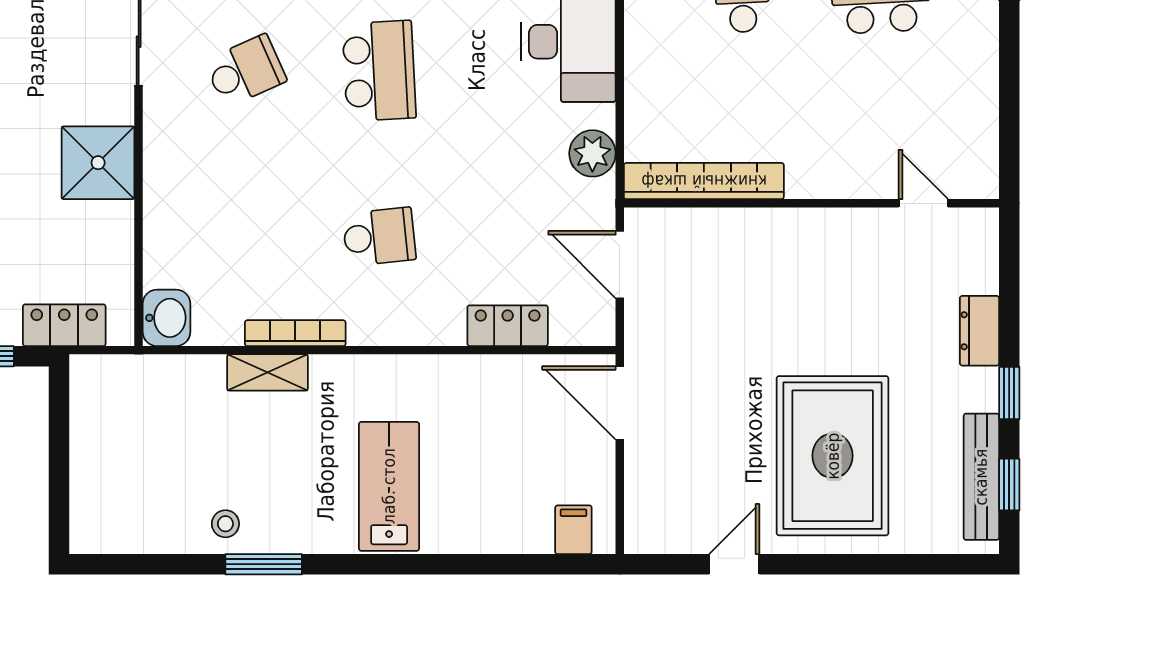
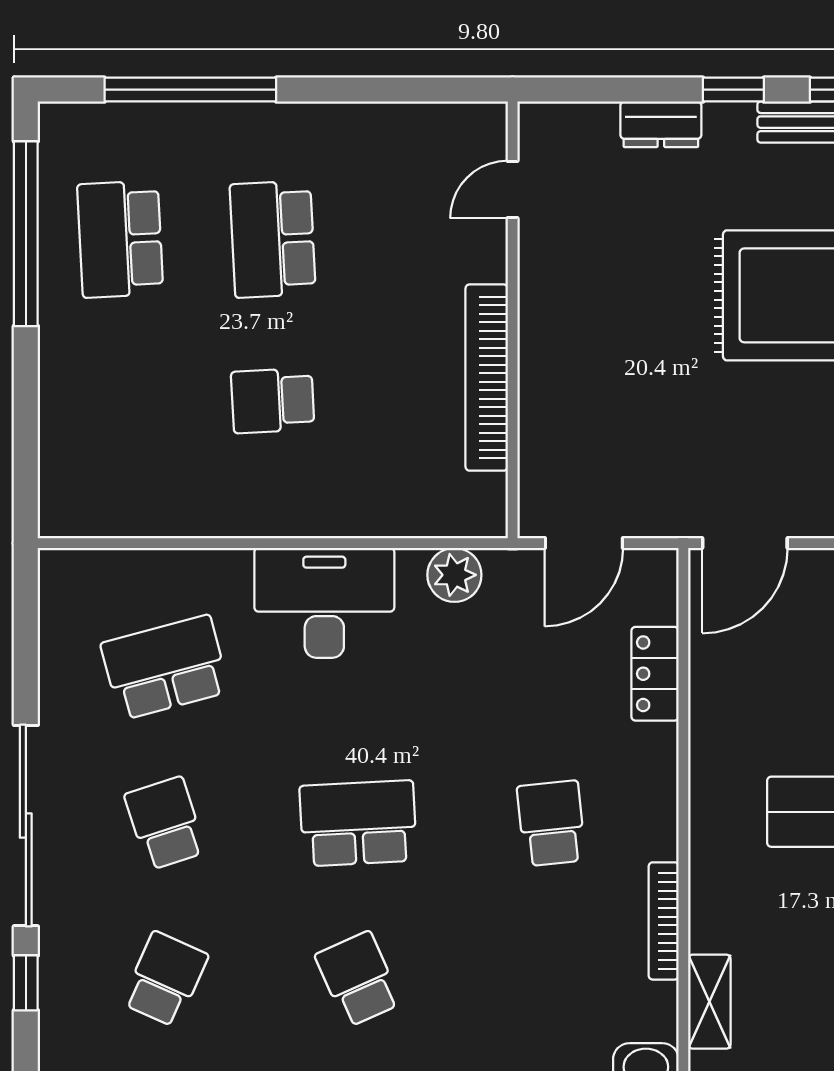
bookcase: (704, 181) -> (487, 378), moved
shelving: (267, 372) -> (709, 1002), moved

